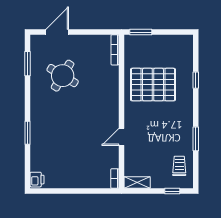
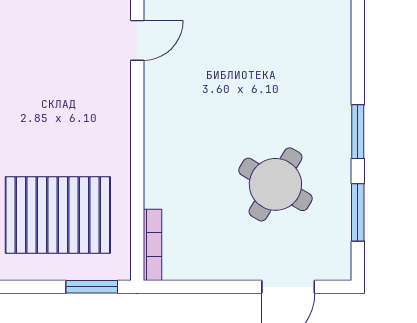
pallet: (153, 85) -> (58, 215), moved
window: (28, 133) -> (358, 132), moved

